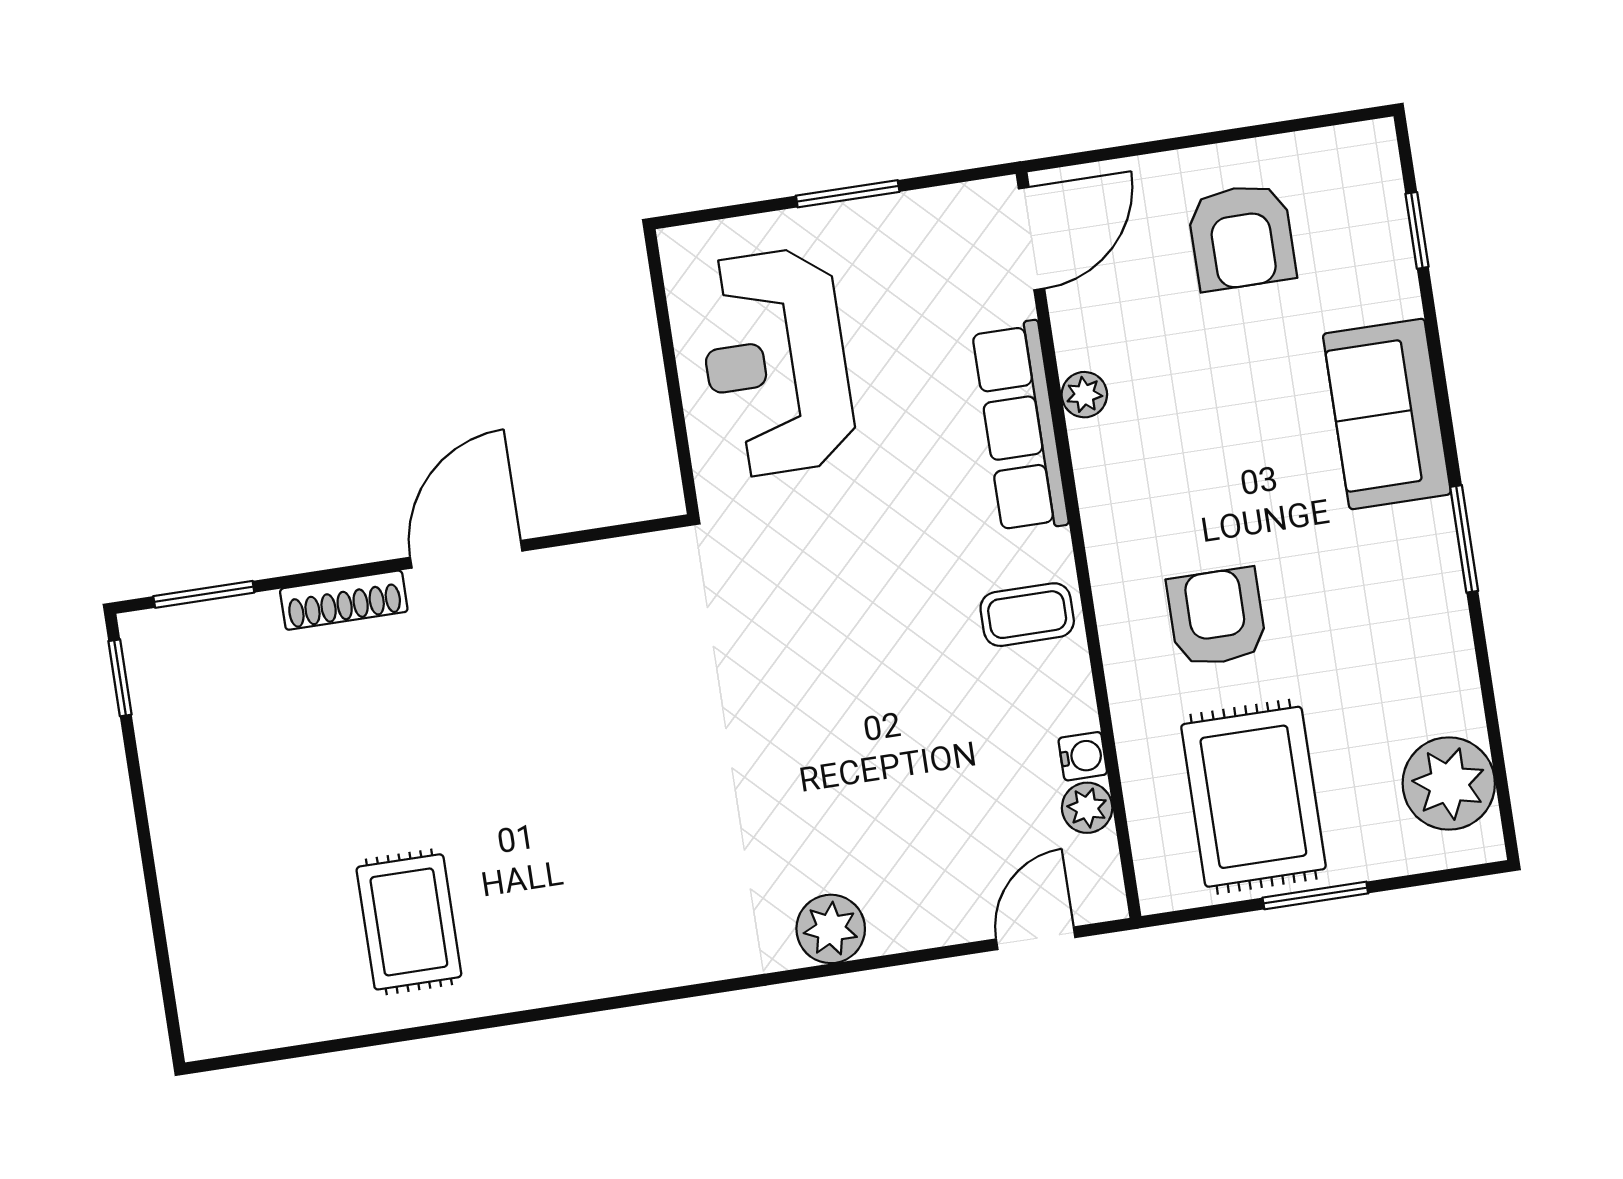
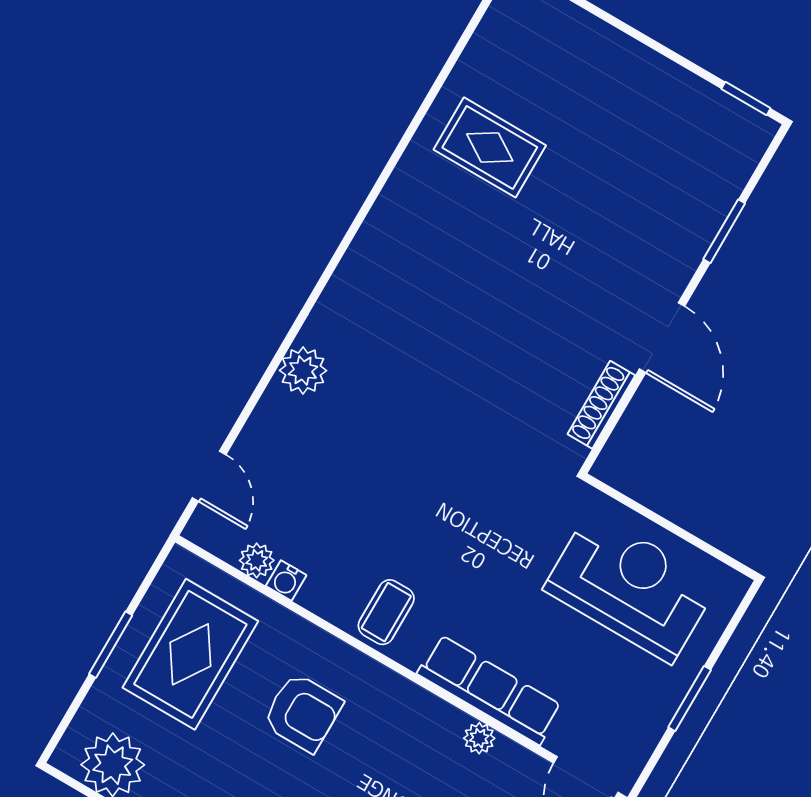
window: (204, 594) -> (724, 231), moved
shoe rack: (344, 600) -> (601, 405), moved
rug: (1253, 797) -> (190, 654), turned 90

